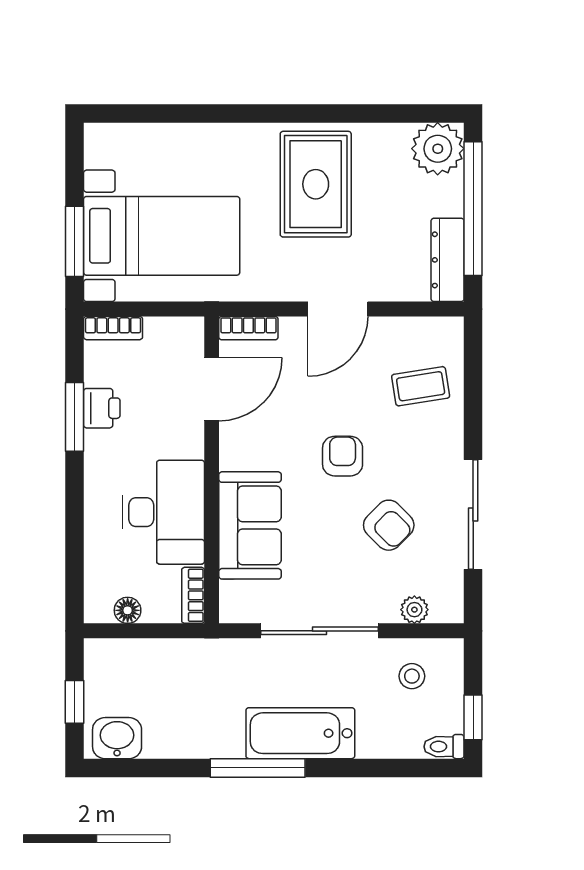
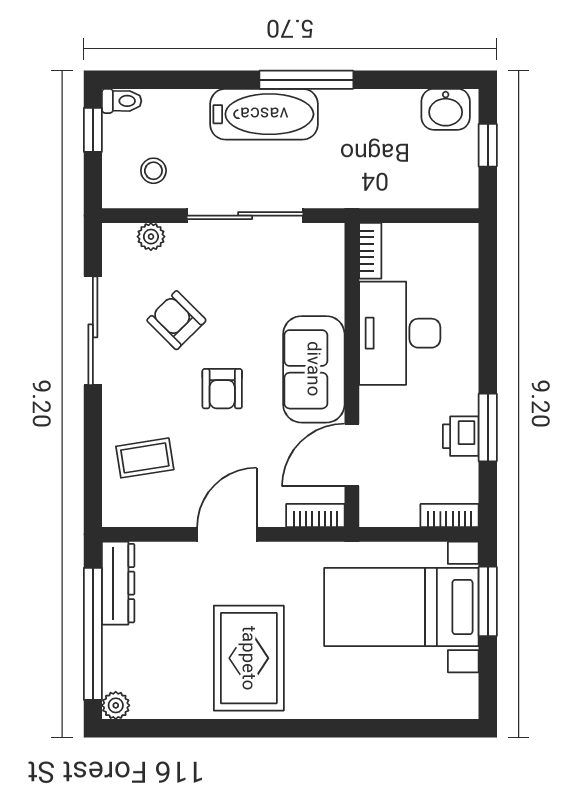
plant: (438, 149) -> (116, 705), width x0.53, depth x0.53
sofa: (250, 525) -> (314, 369), moved
floor lamp: (128, 610) -> (435, 236), removed

